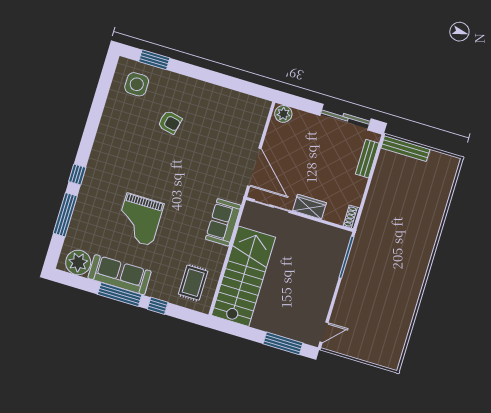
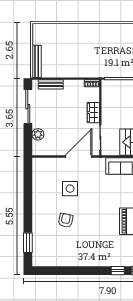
side table: (137, 84) -> (70, 189), moved
plant: (283, 114) -> (38, 134), moved

